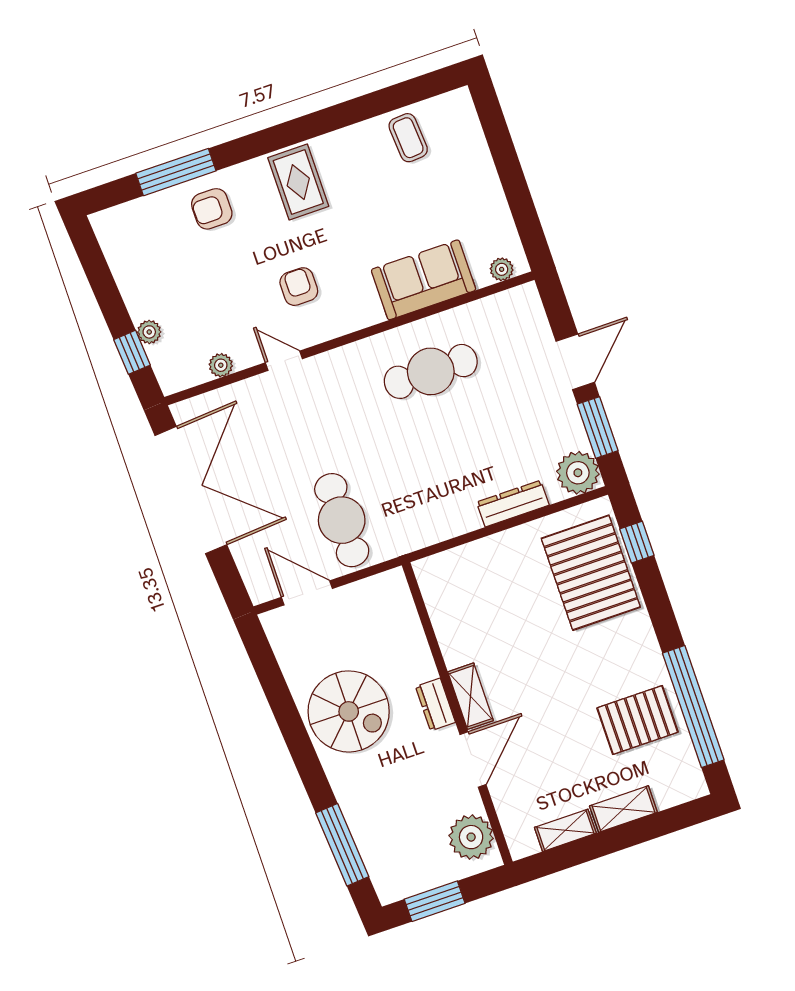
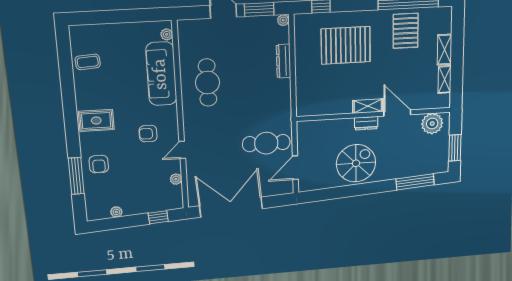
sofa: (424, 280) -> (161, 74), width x1.36
plant: (149, 332) -> (116, 212), moved
plant: (578, 473) -> (283, 20), width x0.53, depth x0.53
pallet: (591, 573) -> (346, 45), moved

